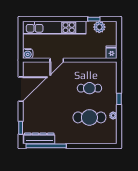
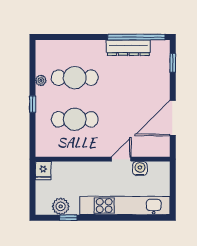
water cooler: (28, 54) -> (140, 169), moved
cafe table: (89, 88) -> (75, 119), width x1.37, depth x1.35
dresser: (39, 138) -> (128, 48), moved

